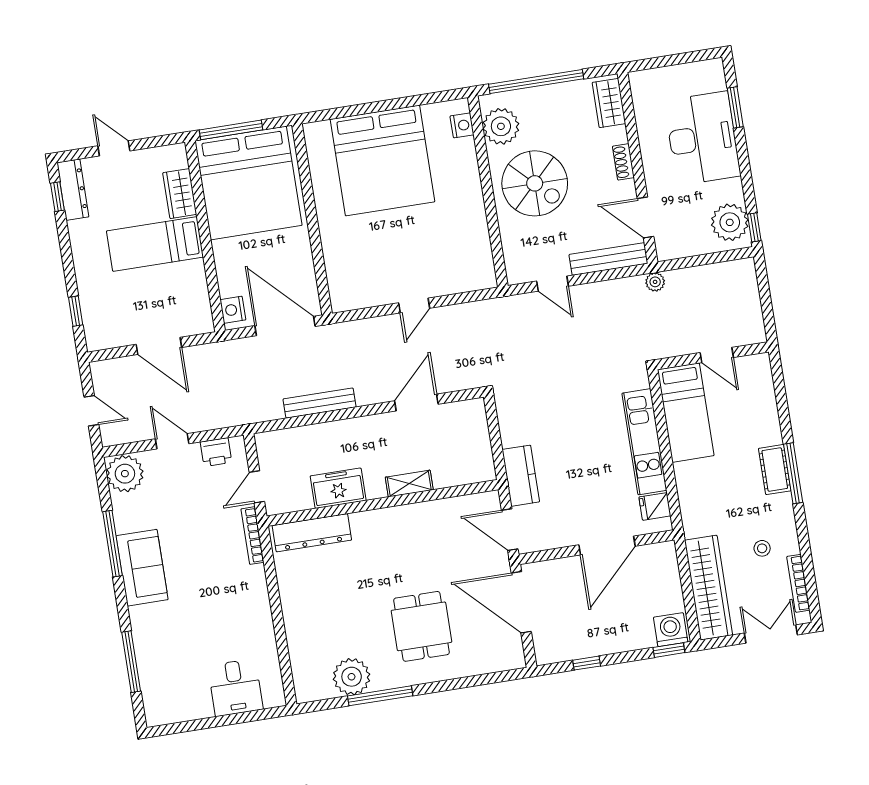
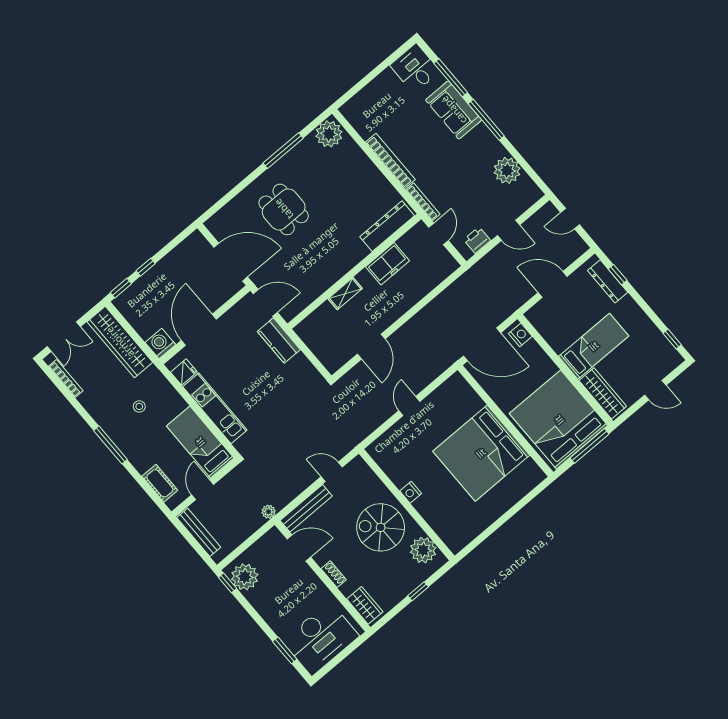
window: (536, 82) -> (418, 591), width x0.32
nightstand: (462, 125) -> (411, 492), moved
desk: (702, 138) -> (321, 638), moved, turned -90
bed: (382, 161) -> (481, 453), moved, turned -90
dresser: (73, 190) -> (608, 281), moved
wardrobe: (180, 194) -> (603, 393), width x1.50
door: (717, 355) -> (203, 490), hinge flipped
bench: (320, 403) -> (199, 532), moved, turned 90
cot: (775, 470) -> (160, 483), moved
plant: (125, 474) -> (507, 170), moved
window: (112, 544) -> (486, 120), moved
stool: (762, 548) -> (139, 406), moved
sofa: (142, 568) -> (454, 110), moved
bookcase: (261, 607) -> (390, 161), added
washing machine: (671, 630) -> (160, 344), moved, turned 180
window: (587, 663) -> (146, 267), moved
plant: (352, 677) -> (329, 134), moved
desk: (235, 688) -> (415, 68), moved

